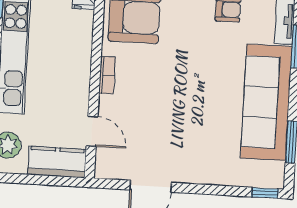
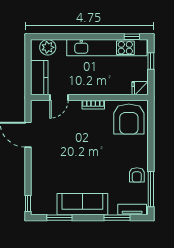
sofa: (266, 102) -> (82, 204), width x0.74, depth x0.79

